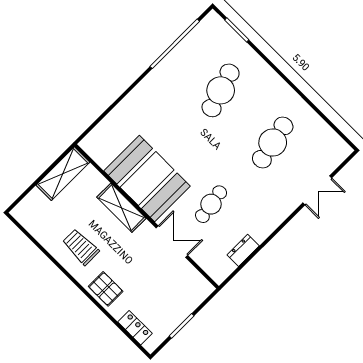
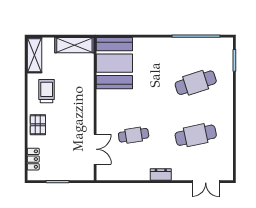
booth: (147, 179) -> (114, 63), moved
double door: (317, 190) -> (206, 182), moved
shelving: (121, 208) -> (34, 55), moved
double door: (172, 242) -> (95, 149), moved
dresser: (243, 250) -> (161, 175), moved

